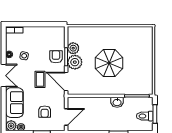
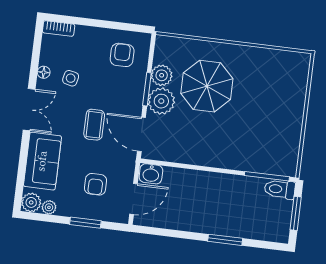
armchair: (56, 57) -> (122, 55), moved
parasol: (109, 63) -> (207, 86), moved
washbasin: (117, 102) -> (151, 174), moved
toilet: (145, 116) -> (280, 189), moved

